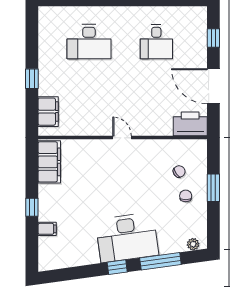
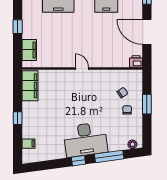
printer: (190, 124) -> (136, 61), width x0.53, depth x0.68
filing cabinet: (47, 229) -> (29, 144), moved

